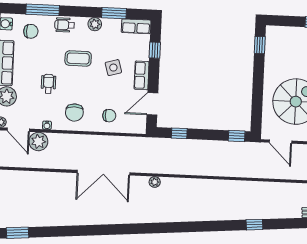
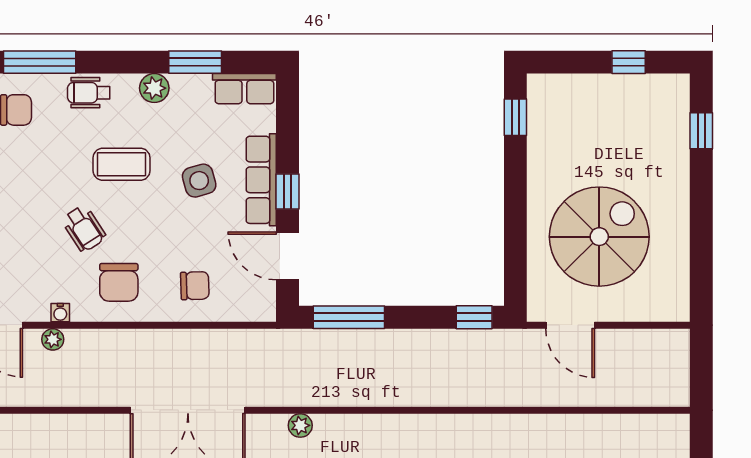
window: (155, 50) -> (287, 191), moved
row of seats: (142, 75) -> (261, 180), width x1.48
wheelchair: (48, 84) -> (84, 229), moved, turned 147
door: (152, 104) -> (287, 256), hinge flipped
window: (179, 133) -> (349, 317), width x2.17
plant: (38, 142) -> (53, 339), width x0.53, depth x0.53

